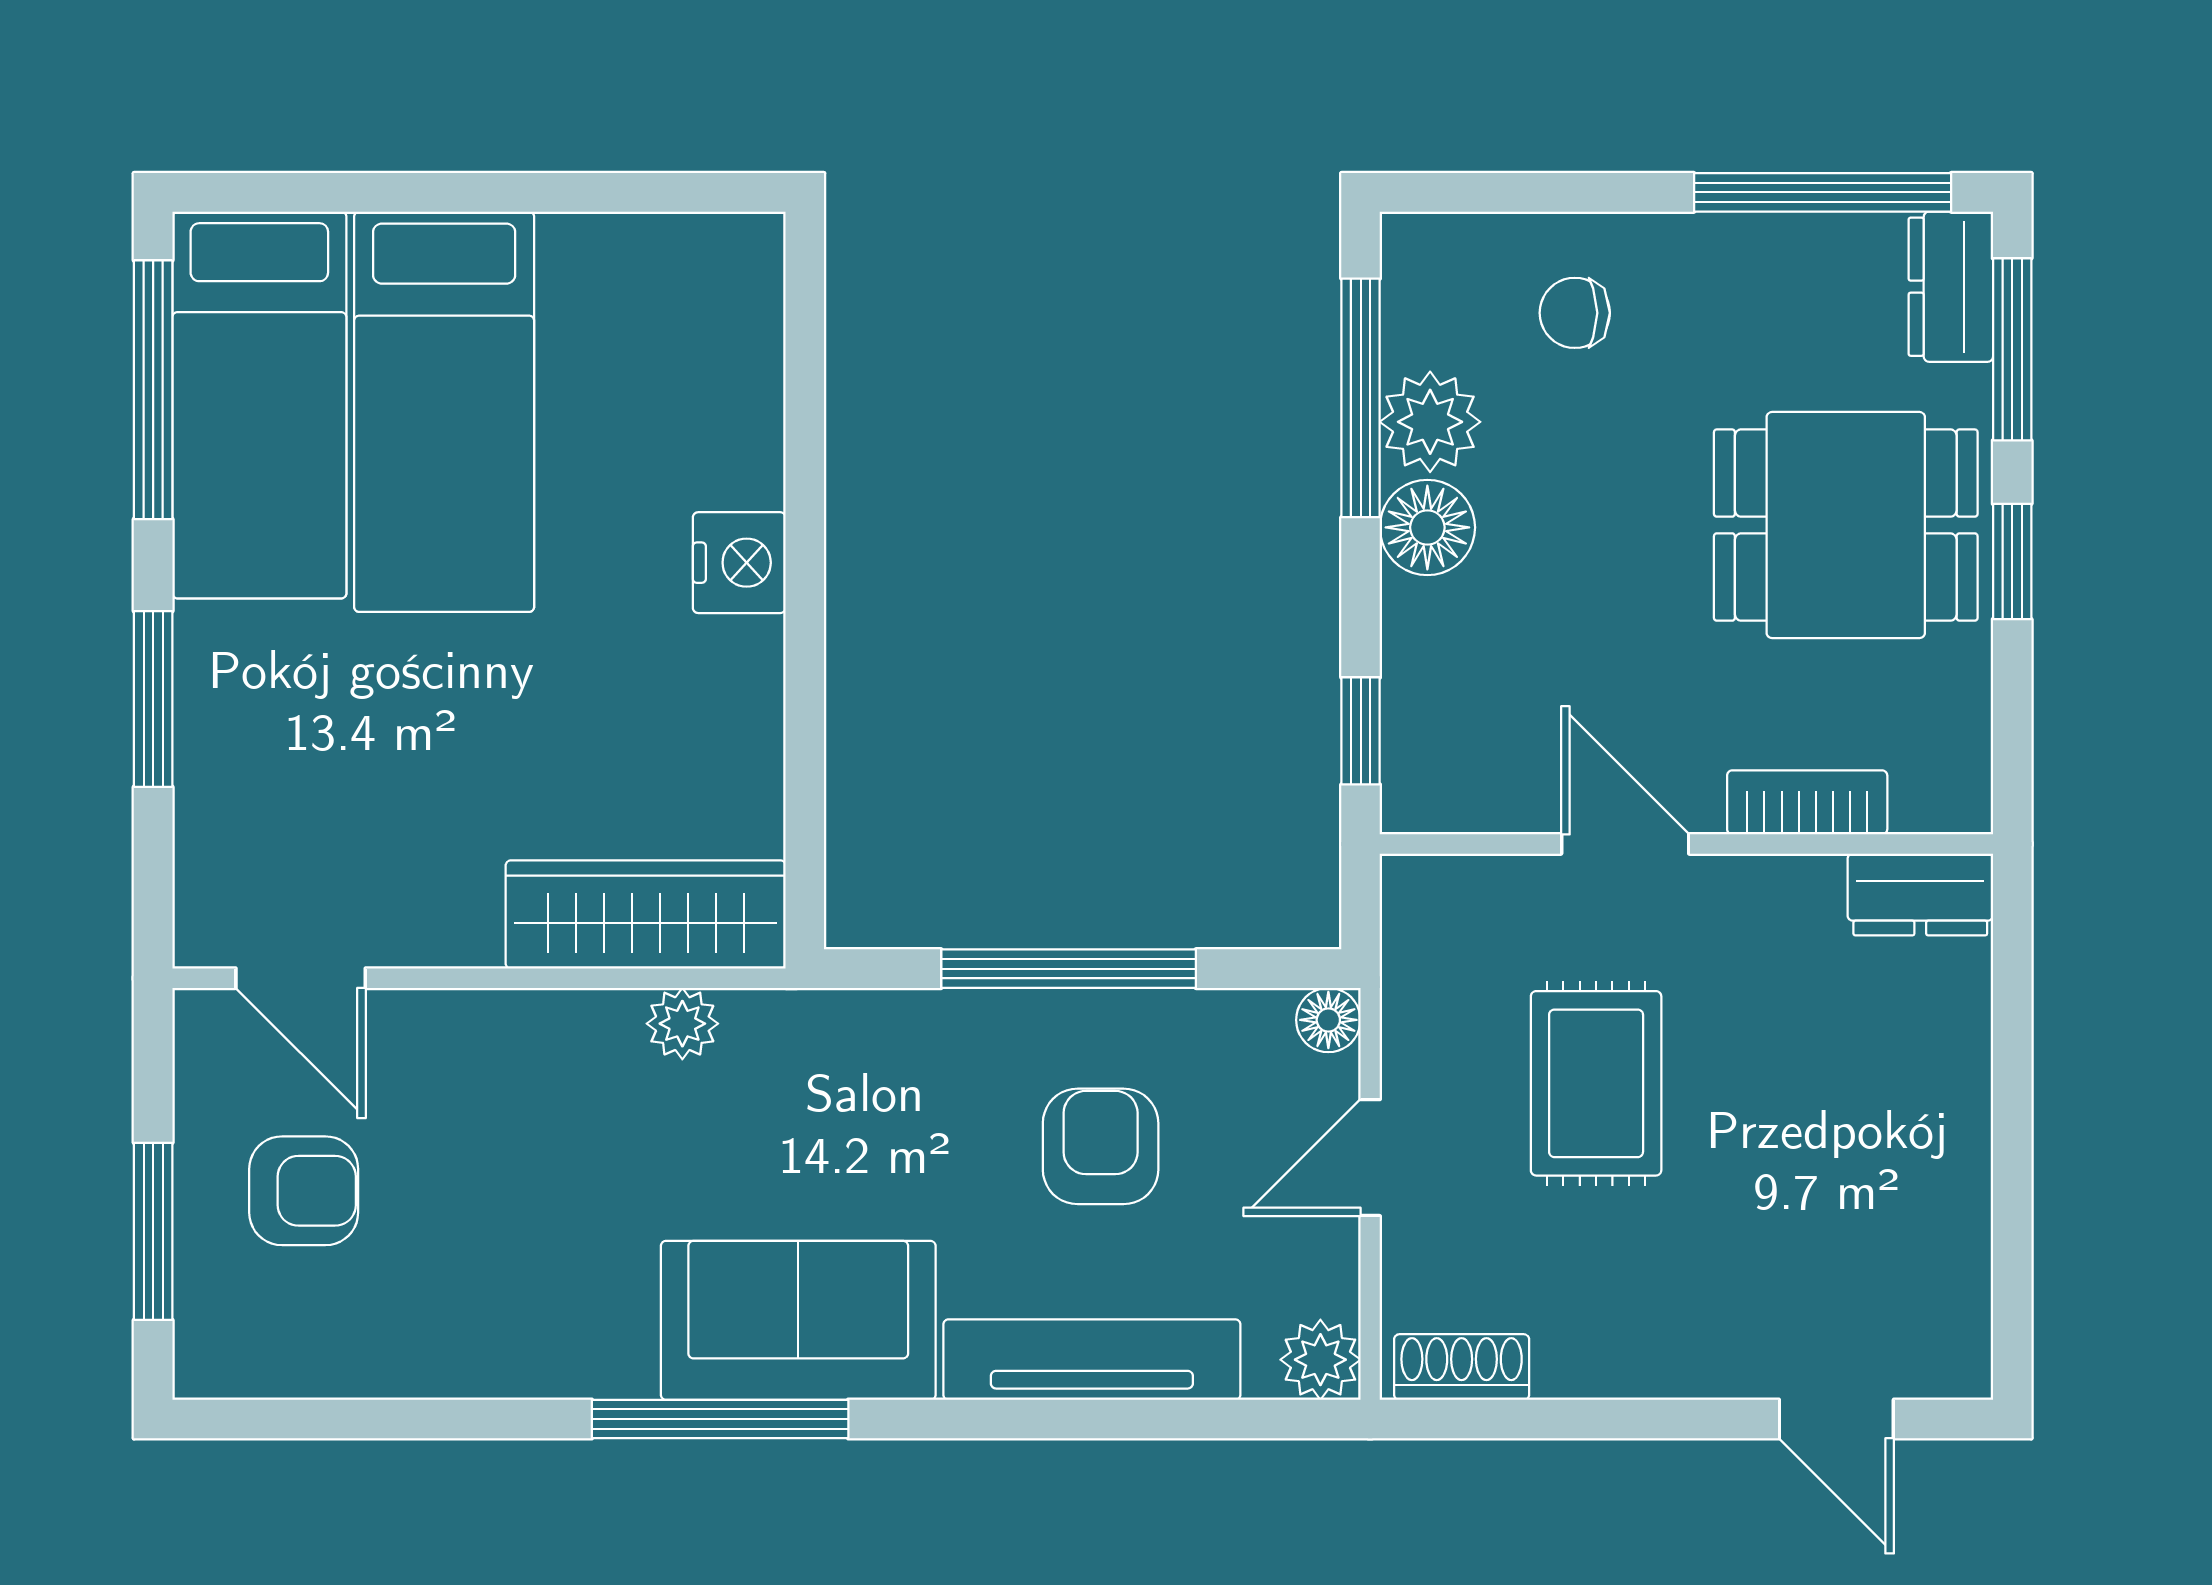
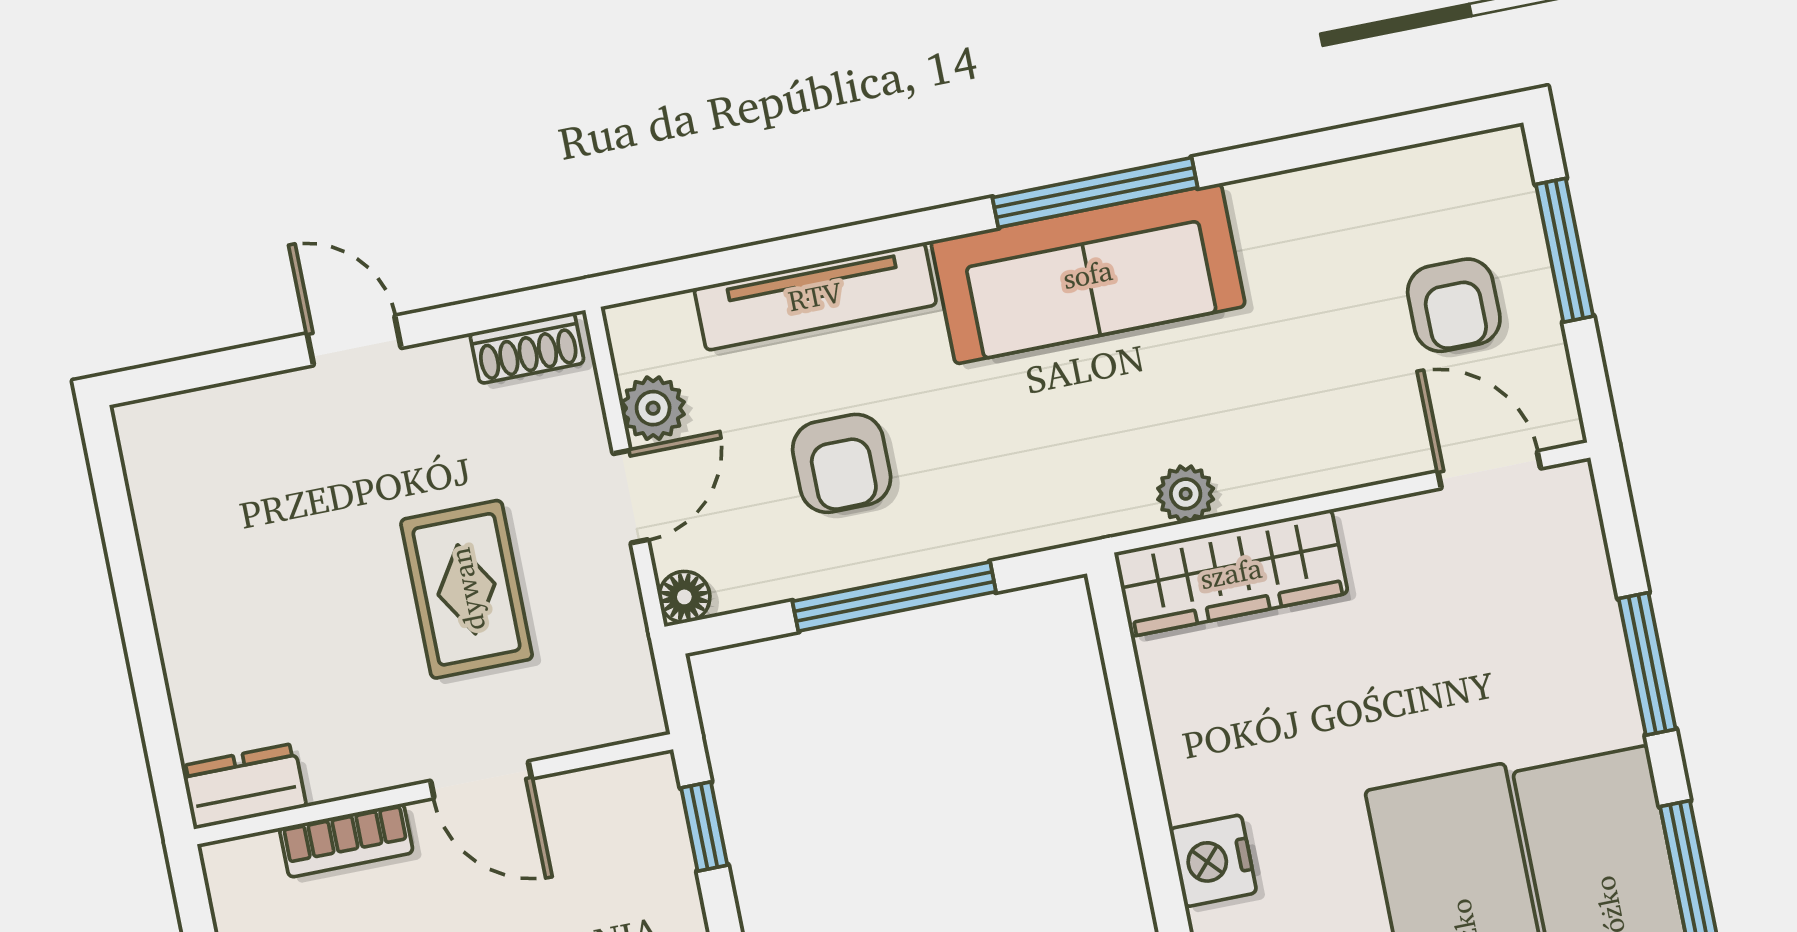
armchair: (304, 1191) -> (1454, 305), turned -90
sofa: (798, 1320) -> (1088, 274), width x1.36
plant: (1320, 1360) -> (653, 408), moved
door: (1836, 1419) -> (354, 341), moved

